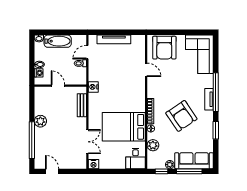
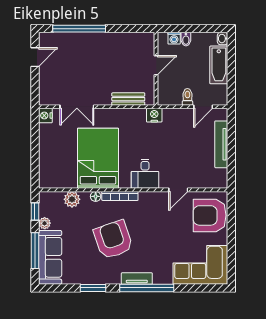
door: (87, 52) -> (203, 107), swing flipped
armchair: (181, 116) -> (113, 240), turned 105
plant: (40, 121) -> (106, 41), removed
desk: (136, 158) -> (145, 174), moved, turned -90

